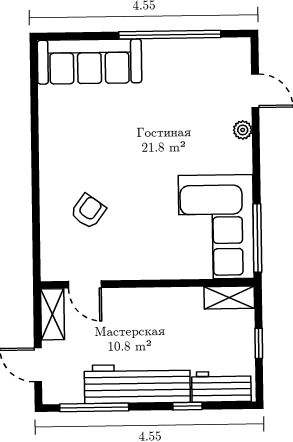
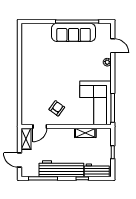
sofa: (89, 62) -> (74, 32), moved
armchair: (88, 211) -> (57, 108), moved
door: (85, 284) -> (40, 126), hinge flipped
shelving: (229, 297) -> (85, 133), moved

